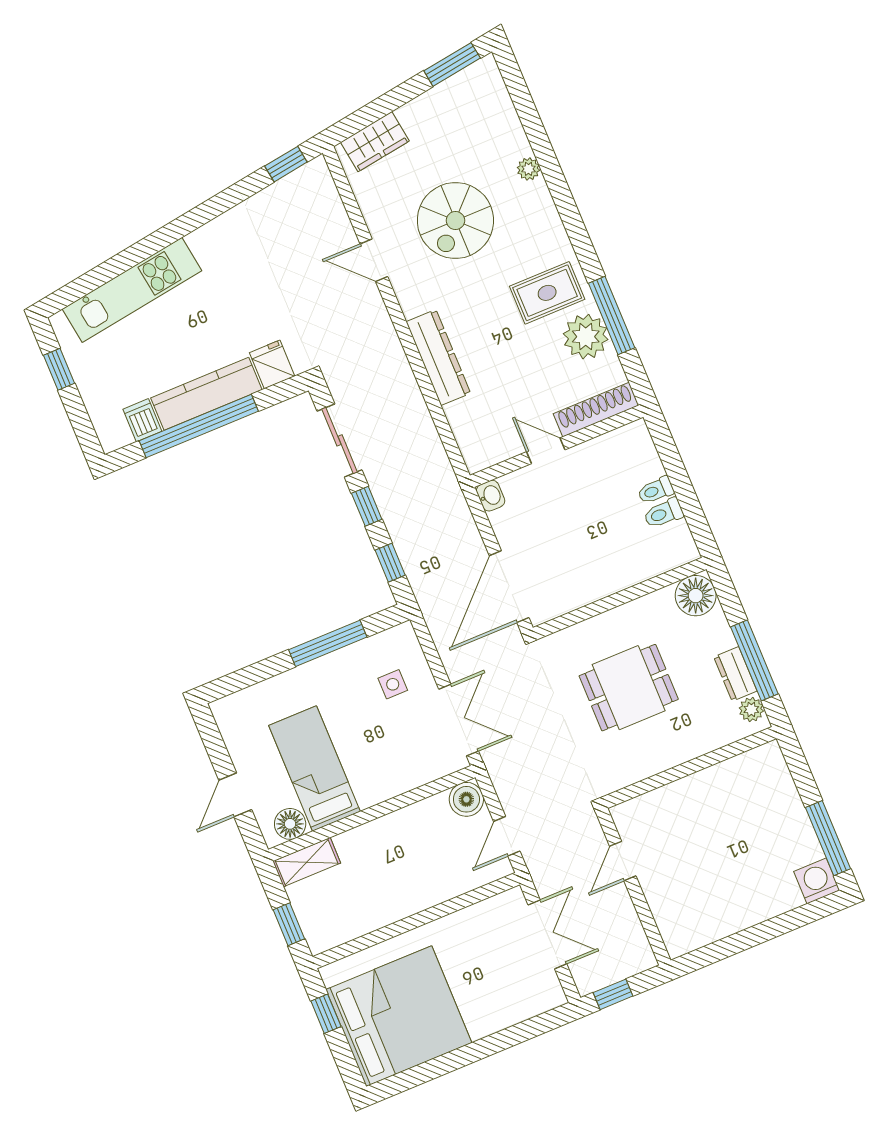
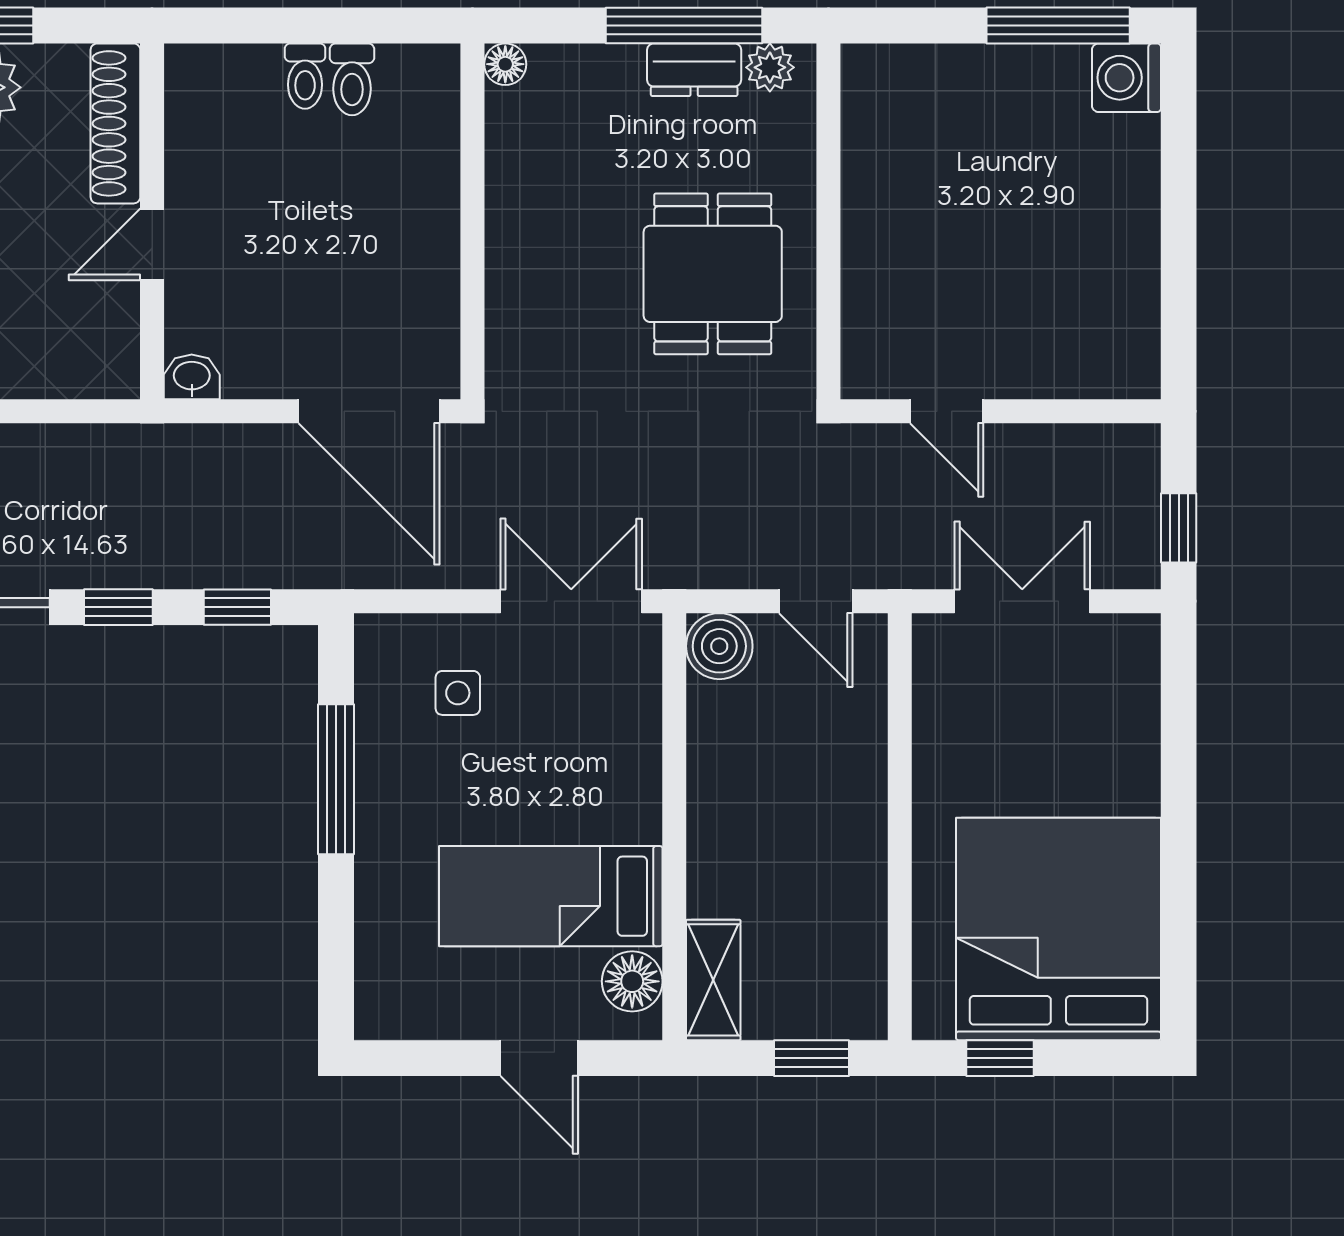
floor lamp: (696, 596) -> (505, 64), width x0.53, depth x0.53
dining table: (629, 688) -> (713, 274), moved

